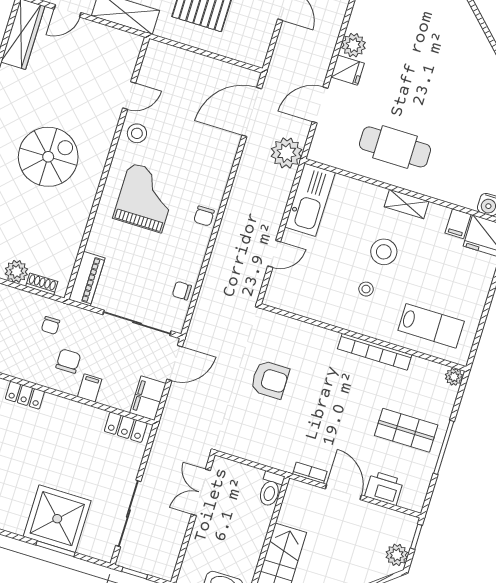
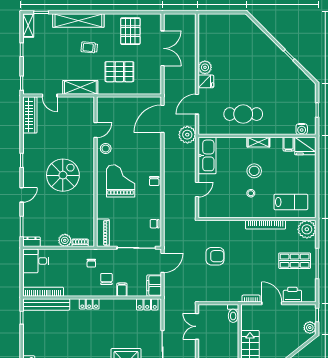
door: (68, 11) -> (50, 95), hinge flipped
plant: (454, 377) -> (307, 229), width x1.87, depth x1.87

